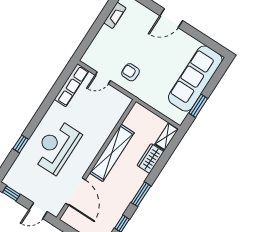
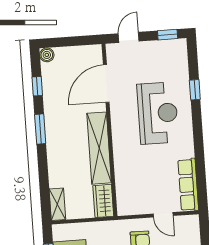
door: (103, 78) -> (163, 215), swing flipped
wardrobe: (150, 158) -> (103, 201), moved, turned 180
door: (76, 192) -> (106, 84), hinge flipped

